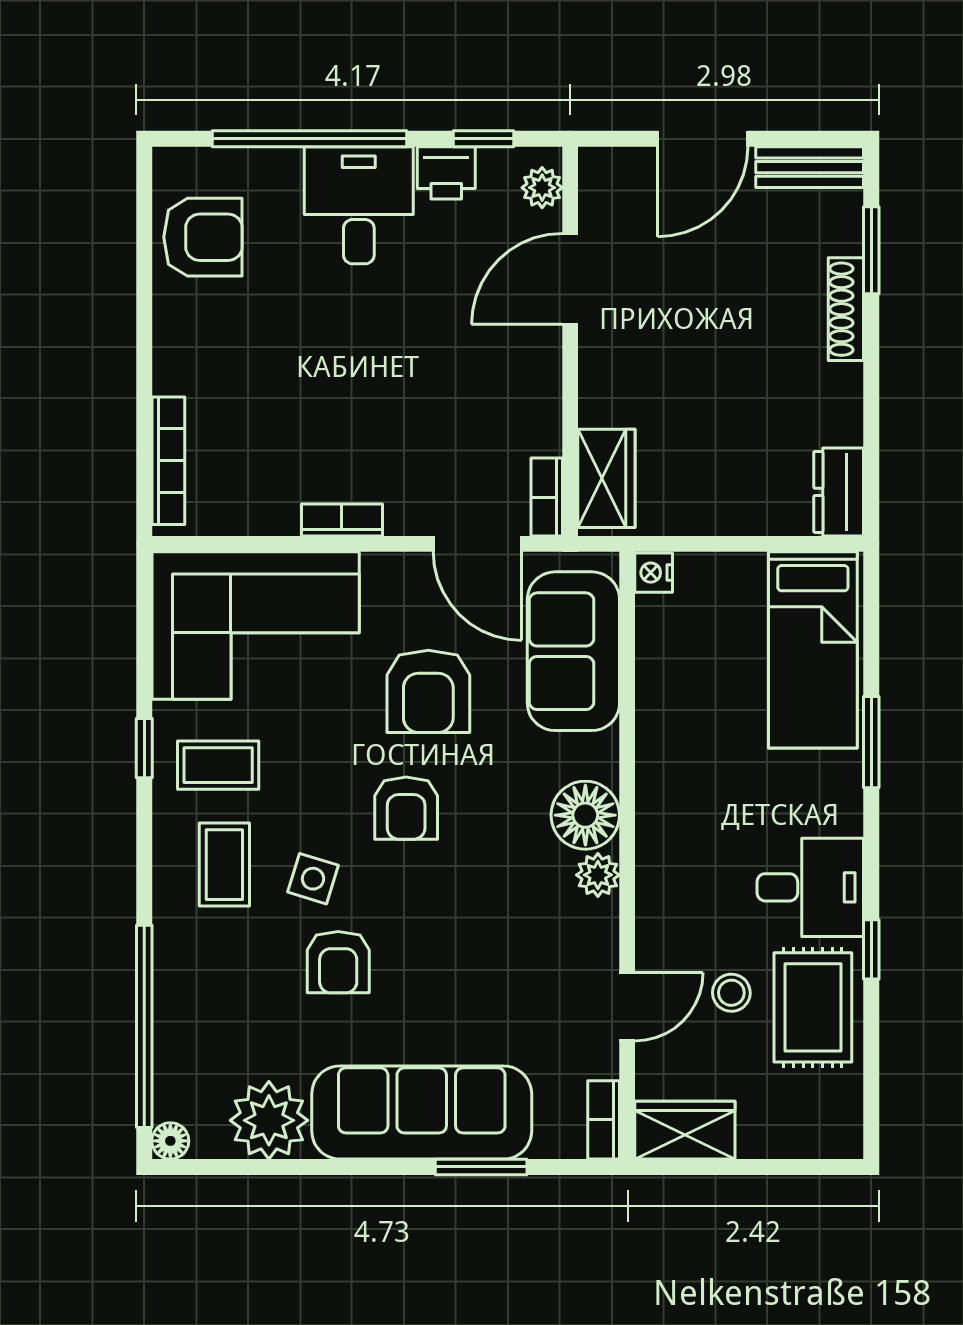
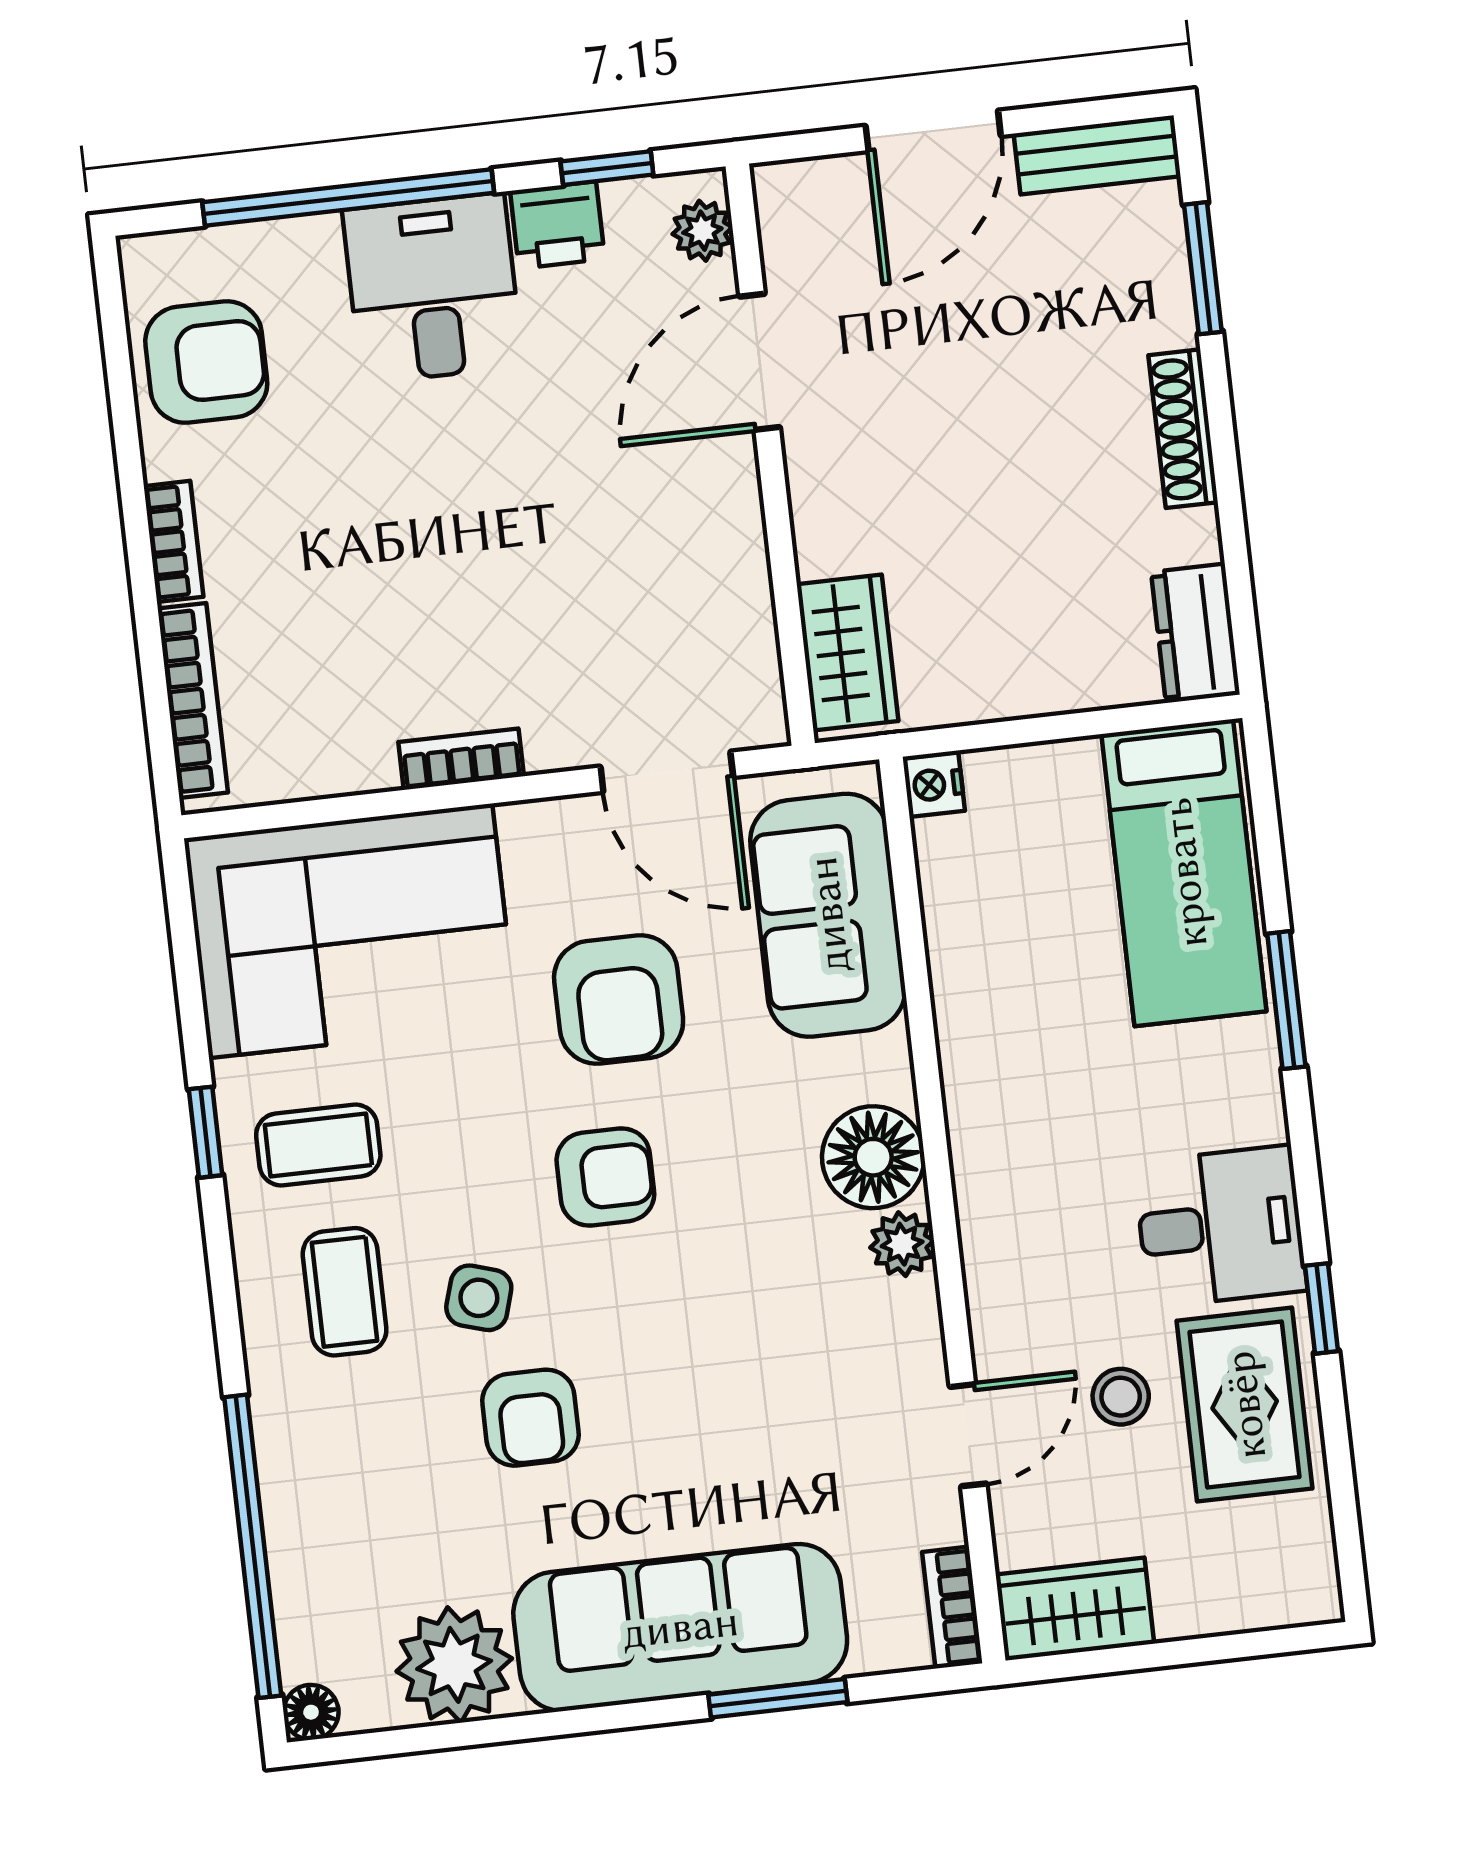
shoe rack: (846, 309) -> (1183, 429), moved
bookcase: (547, 497) -> (174, 541), moved, turned 180
armchair: (406, 808) -> (605, 1177), turned -90

